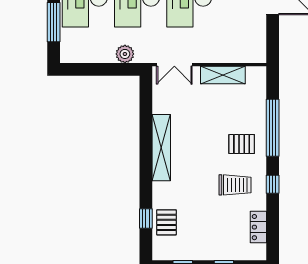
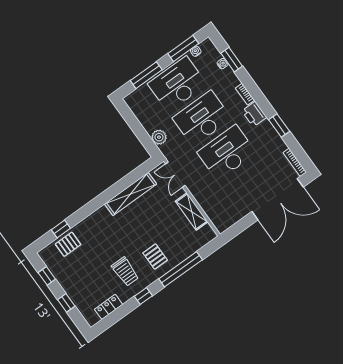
shelving: (161, 148) -> (131, 194), moved

